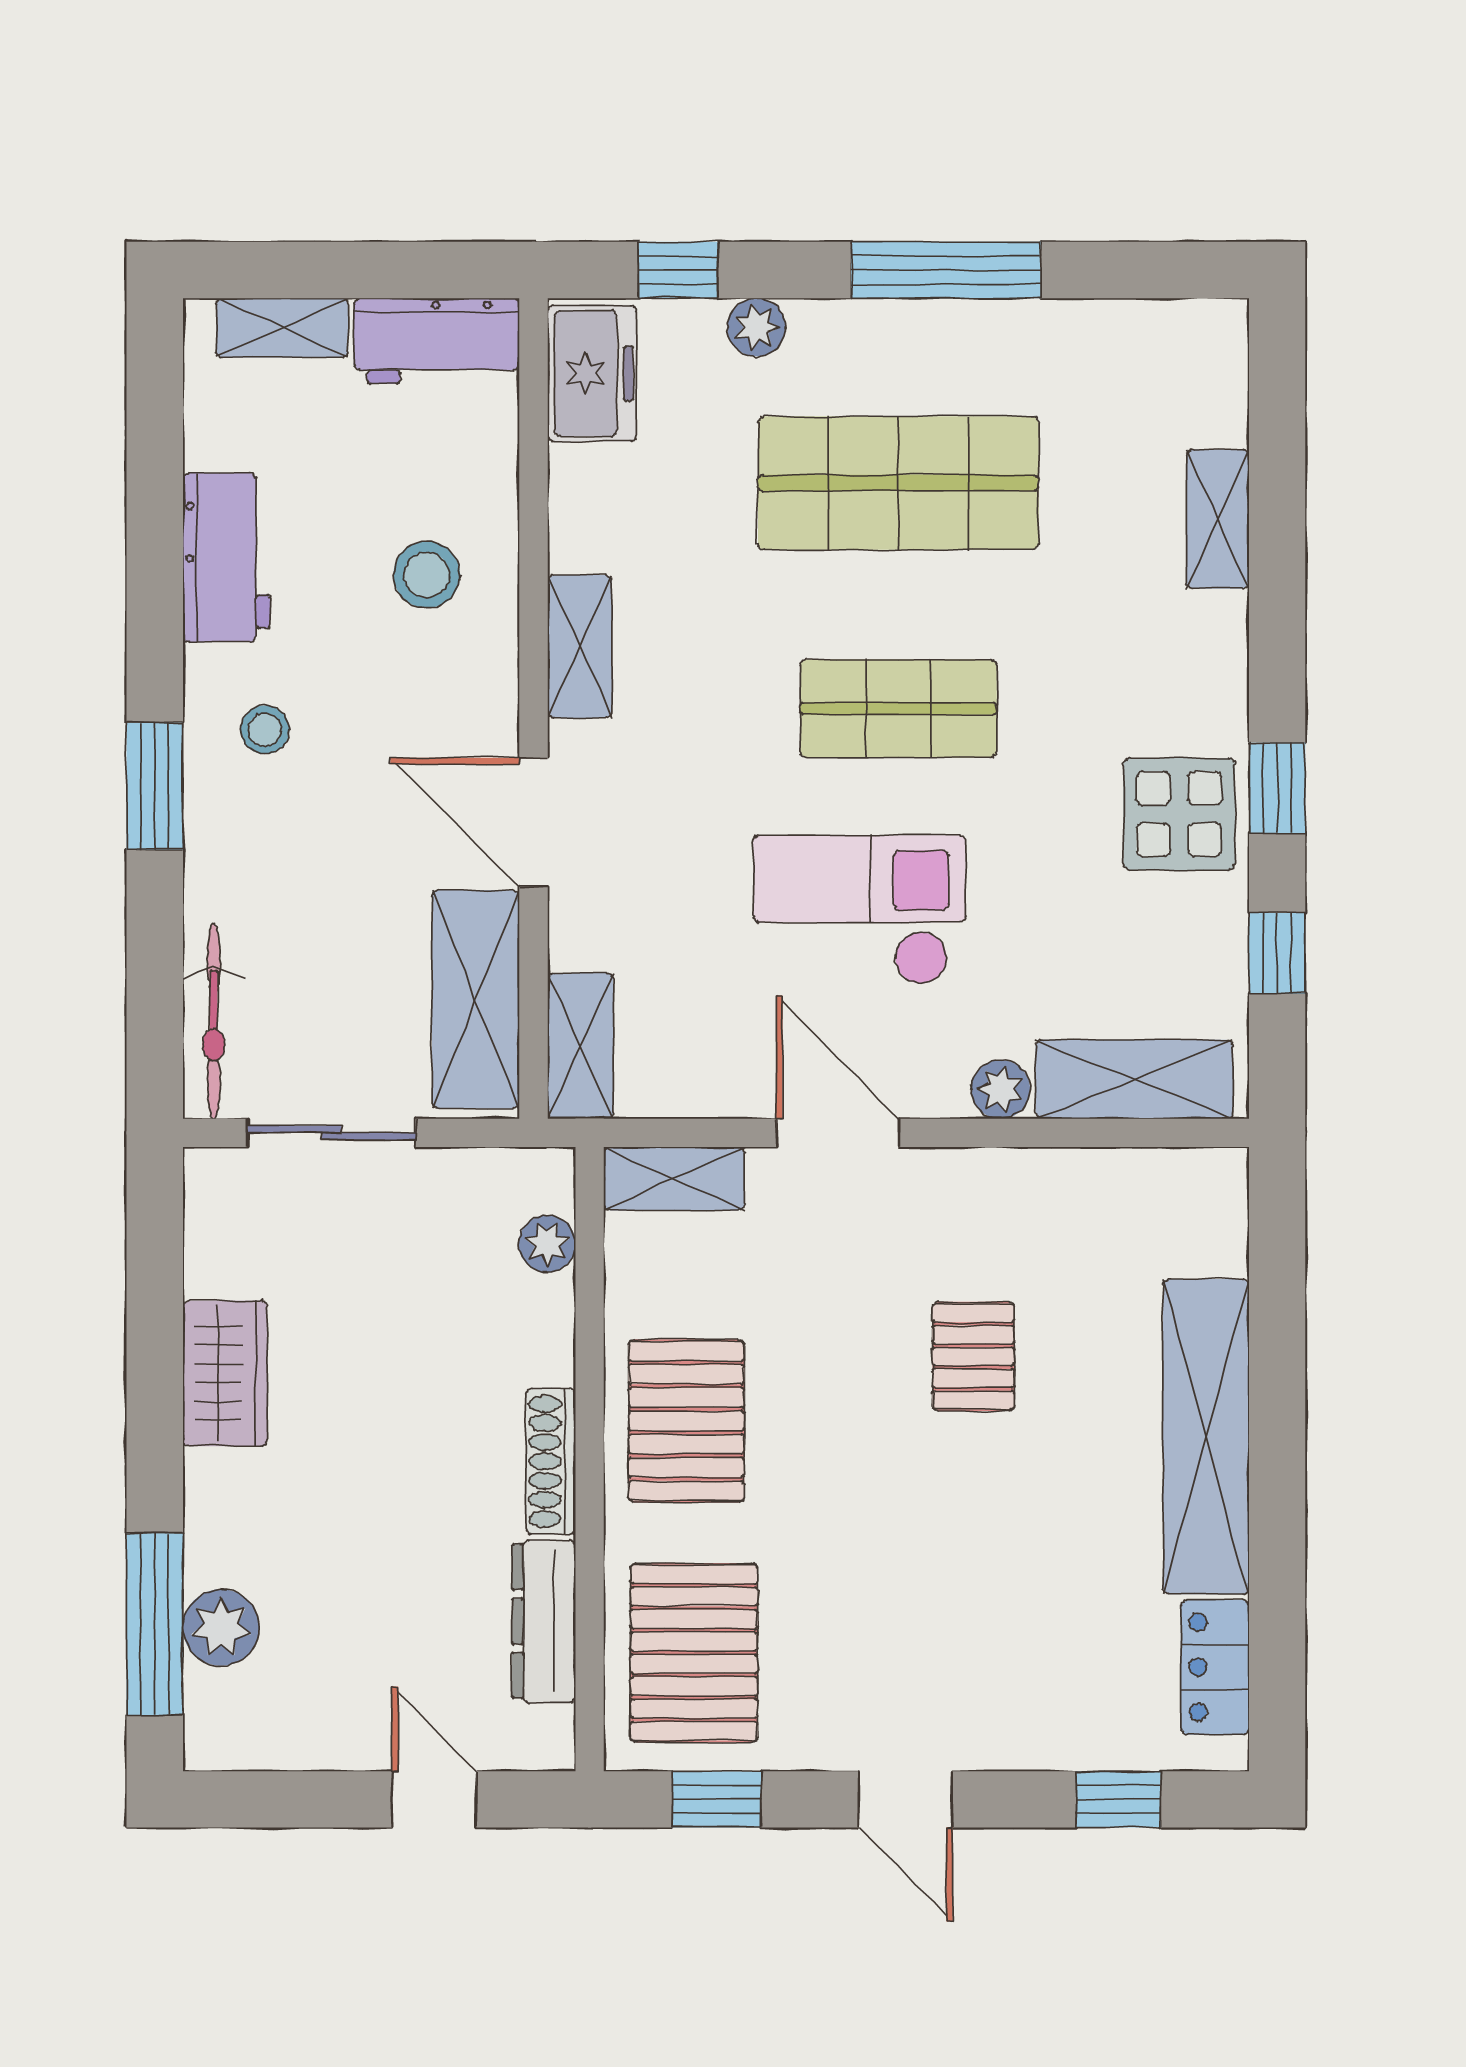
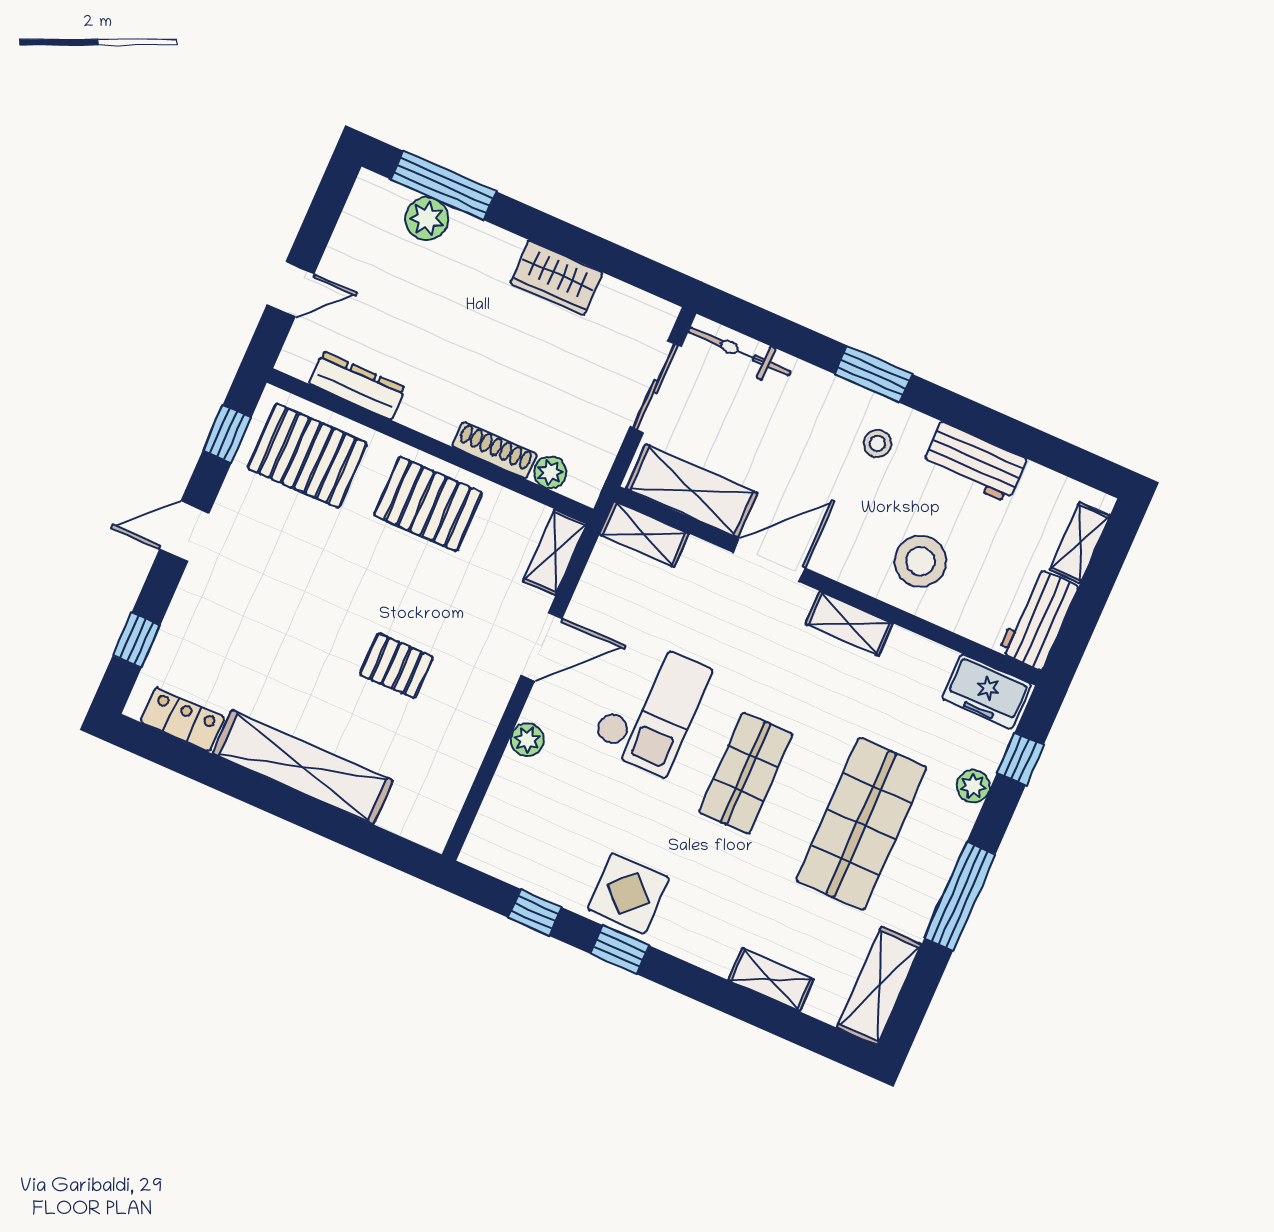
stool: (427, 575) -> (920, 561), width x1.38, depth x1.38
shelving: (1134, 1079) -> (879, 986), moved
shoe rack: (551, 1461) -> (494, 450), moved

